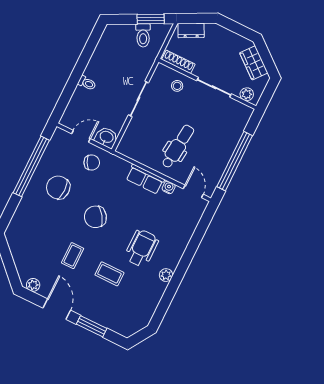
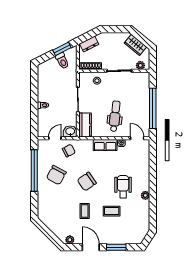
kitchen counter: (131, 138) -> (85, 125), added
chair: (58, 187) -> (56, 175), turned -62

